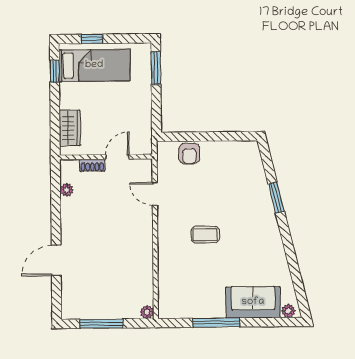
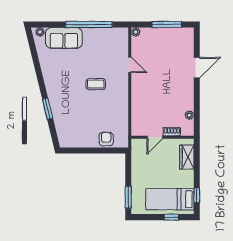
door: (155, 194) -> (130, 65), moved
window: (216, 323) -> (89, 24), width x1.46

